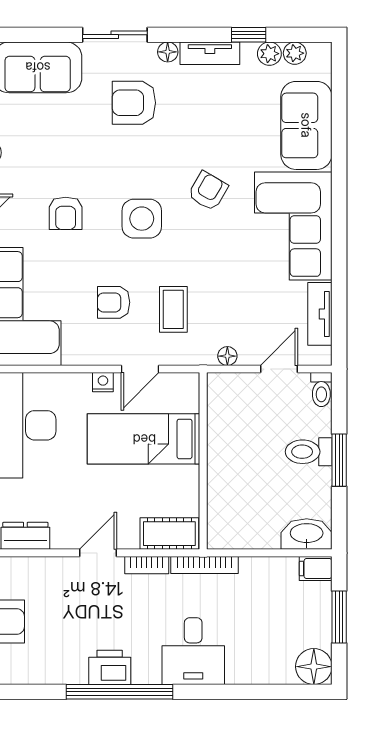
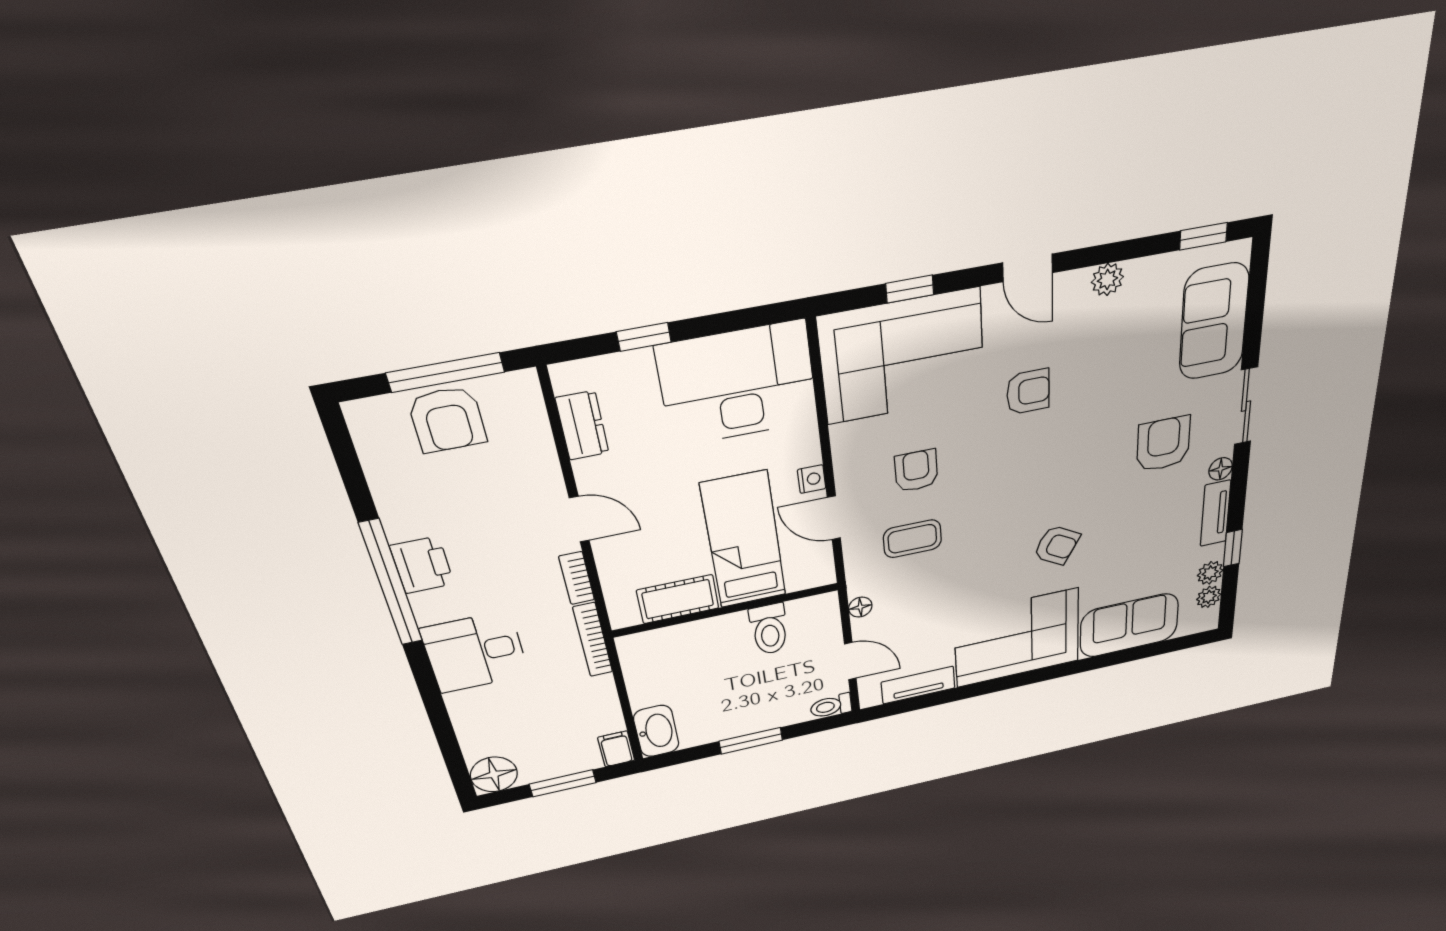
armchair: (66, 213) -> (1028, 392), turned 180
side table: (142, 219) -> (1023, 481), removed
toilet: (309, 452) -> (769, 629), moved, turned 180
cot: (169, 534) -> (678, 599), moved, turned 90

